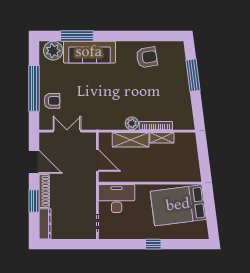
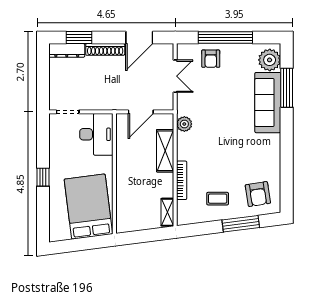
armchair: (147, 57) -> (258, 194), moved
coffee table: (172, 95) -> (218, 199), added
plant: (132, 123) -> (184, 124), moved
shelving: (162, 138) -> (167, 212), moved
window: (34, 201) -> (79, 38), moved

